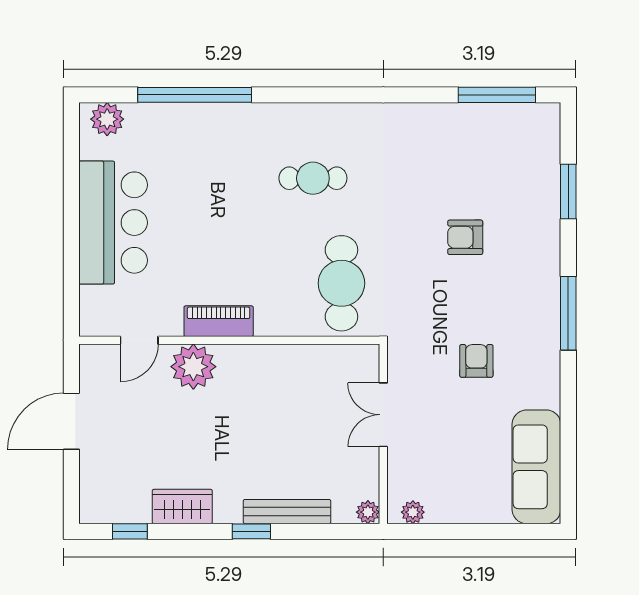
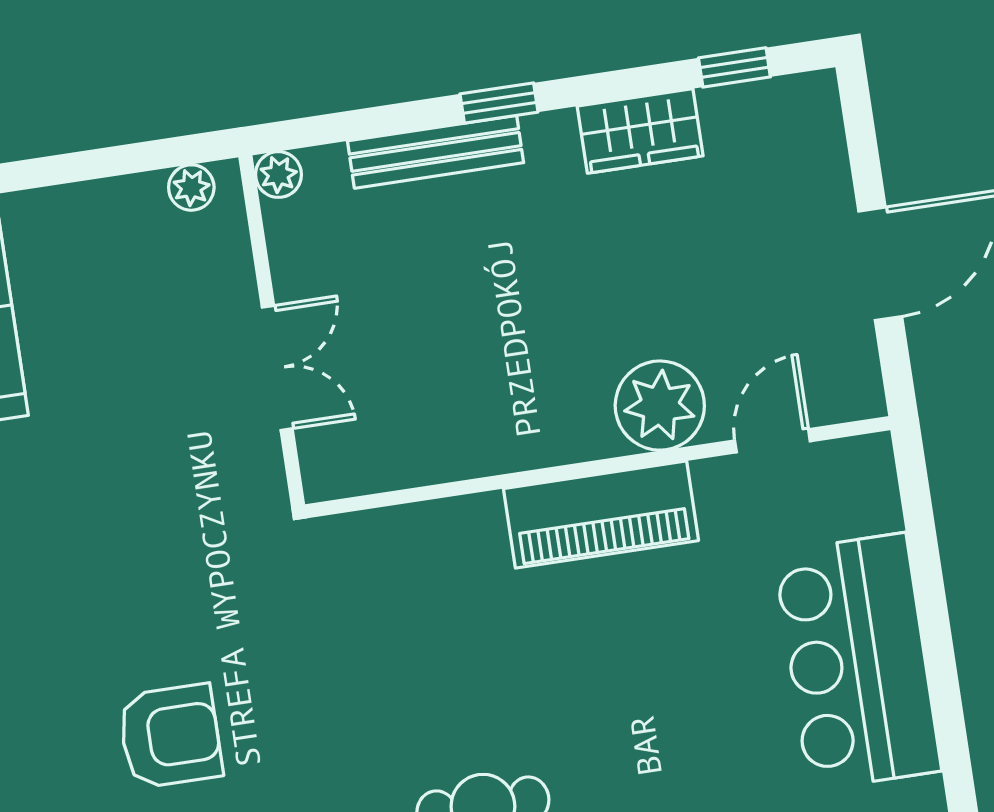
armchair: (465, 237) -> (170, 736), width x1.38, depth x1.38
cafe table: (341, 283) -> (397, 611), removed
piano: (219, 321) -> (601, 515), width x1.37, depth x1.33
armchair: (476, 361) -> (112, 500), removed

